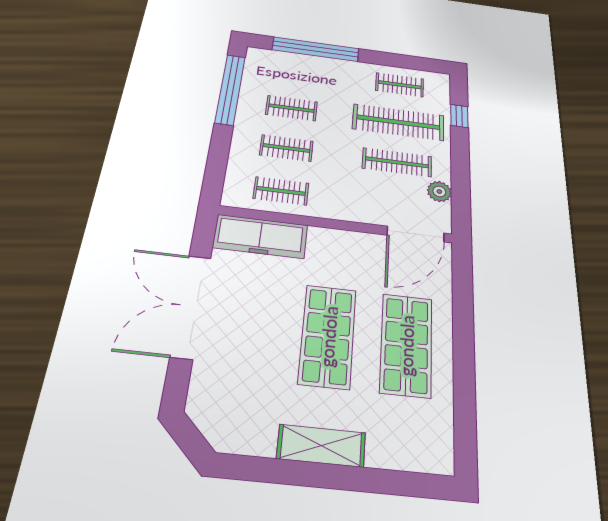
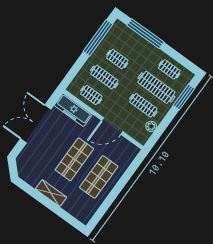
window: (459, 116) -> (184, 97), width x2.17
clothes rail: (286, 148) -> (104, 77), width x1.36
door: (416, 234) -> (112, 126), moved

